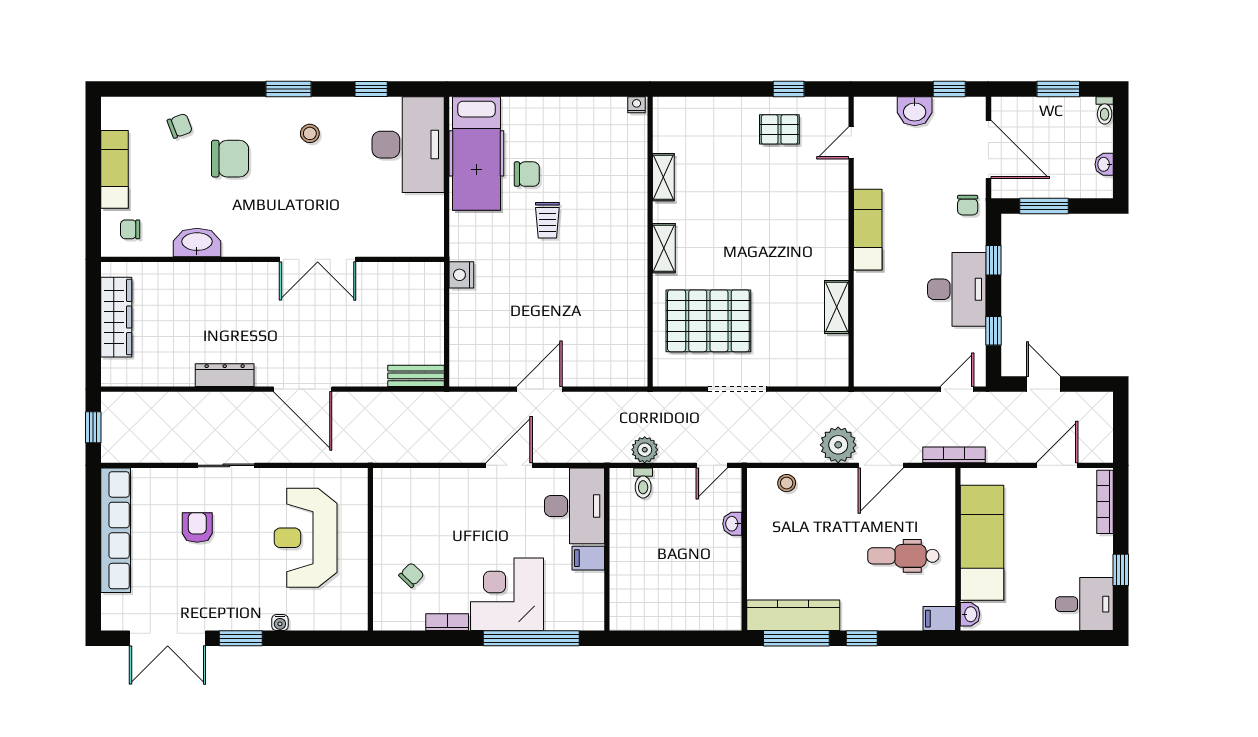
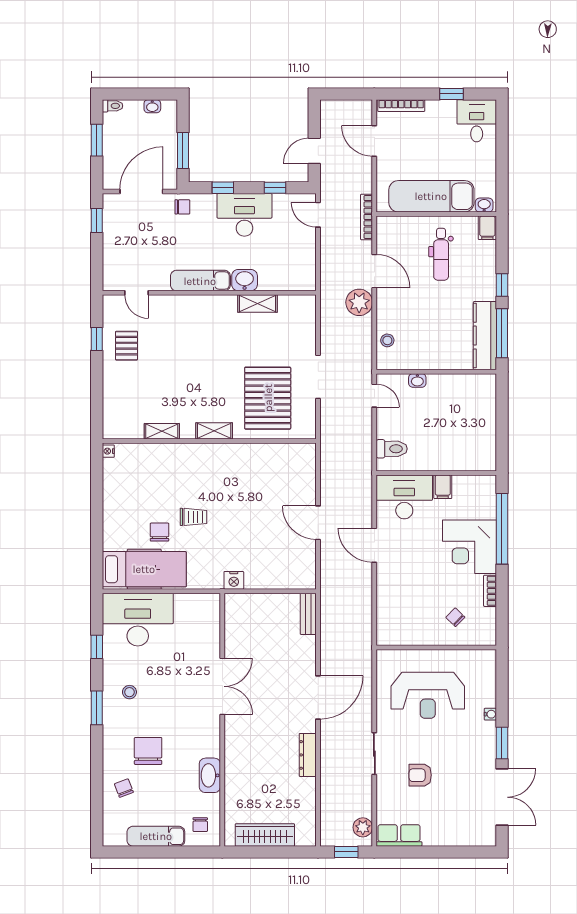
washbasin: (915, 111) -> (245, 280), moved, turned -90
plant: (645, 450) -> (363, 827), moved
toilet: (643, 483) -> (392, 449), width x1.37, depth x1.39
row of seats: (116, 530) -> (399, 835), width x0.50

